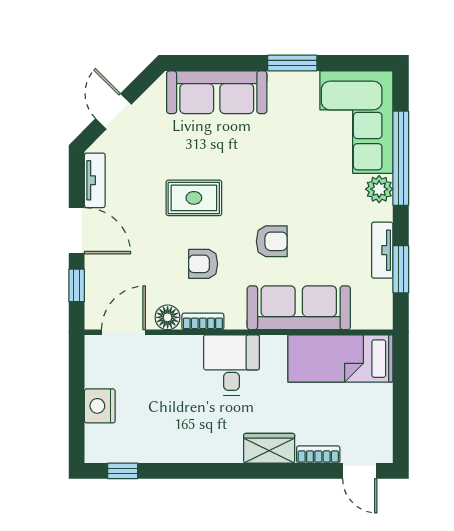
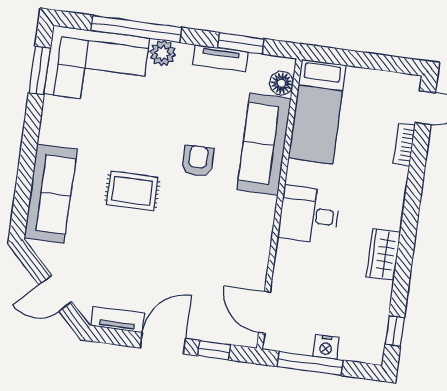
window: (292, 63) -> (40, 70), moved
rug: (194, 198) -> (132, 191), moved, turned 90
armchair: (203, 264) -> (210, 229), removed
floor lamp: (168, 317) -> (281, 83), moved
bookcase: (203, 321) -> (264, 236), removed
window: (77, 387) -> (310, 363), added
nightstand: (100, 406) -> (326, 347), width x0.74, depth x0.75
wardrobe: (269, 448) -> (383, 254), moved

